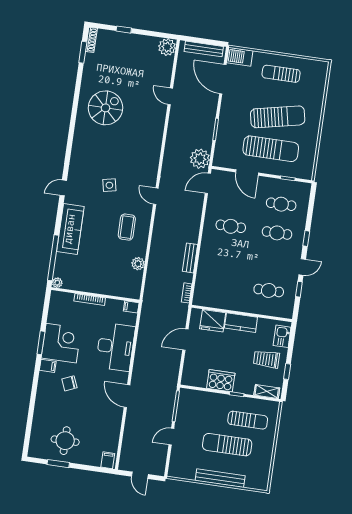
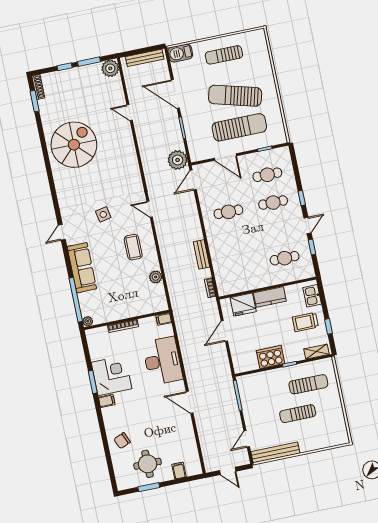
window: (149, 33) -> (89, 62), added
door: (223, 79) -> (175, 94), moved
spiral stairs: (105, 108) -> (74, 145), width x1.37, depth x1.37
sun lounger: (278, 117) -> (235, 96), turned -153
chair: (69, 383) -> (122, 441), moved
door: (171, 437) -> (247, 439), moved
sun lounger: (227, 445) -> (298, 414), width x0.73, depth x0.75
filing cabinet: (108, 460) -> (179, 471), moved
bench: (220, 478) -> (275, 452), moved

